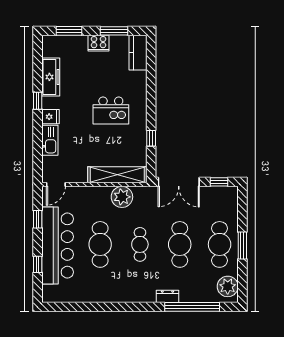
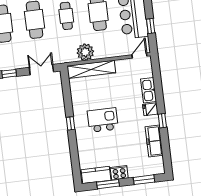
kitchen counter: (138, 53) -> (96, 175), moved, turned -90
window: (151, 138) -> (70, 123), moved
double door: (179, 182) -> (41, 70), width x0.73

